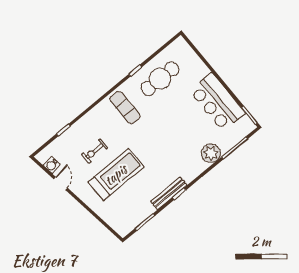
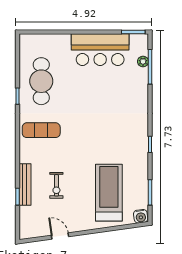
plant: (211, 153) -> (143, 61), moved, width x0.53, depth x0.53
water cooler: (52, 165) -> (141, 216), moved
treadmill: (116, 175) -> (109, 193), moved
bench: (169, 193) -> (25, 185), moved

